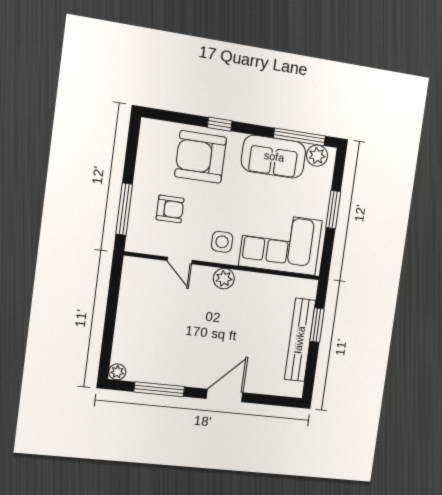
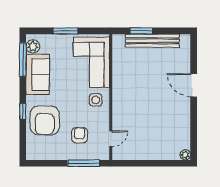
door: (180, 260) -> (111, 139), moved
plant: (224, 279) -> (119, 96), removed
window: (159, 389) -> (194, 127), removed

